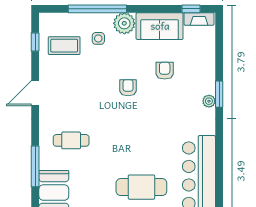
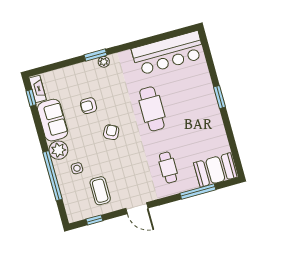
coffee table: (64, 46) -> (100, 191), moved
armchair: (128, 88) -> (111, 132), turned 117
cafe table: (141, 187) -> (152, 109), moved

